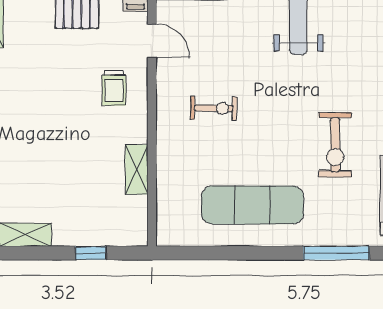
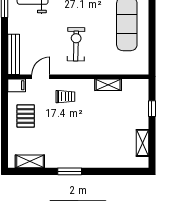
exercise bike: (214, 108) -> (76, 44), width x1.38, depth x1.39

